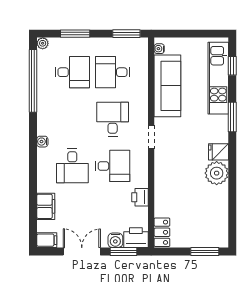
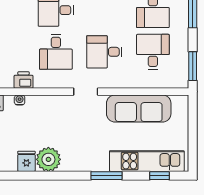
water cooler: (159, 49) -> (20, 100), moved
desk: (113, 119) -> (104, 52), turned 180
fridge: (218, 152) -> (26, 161), moved

